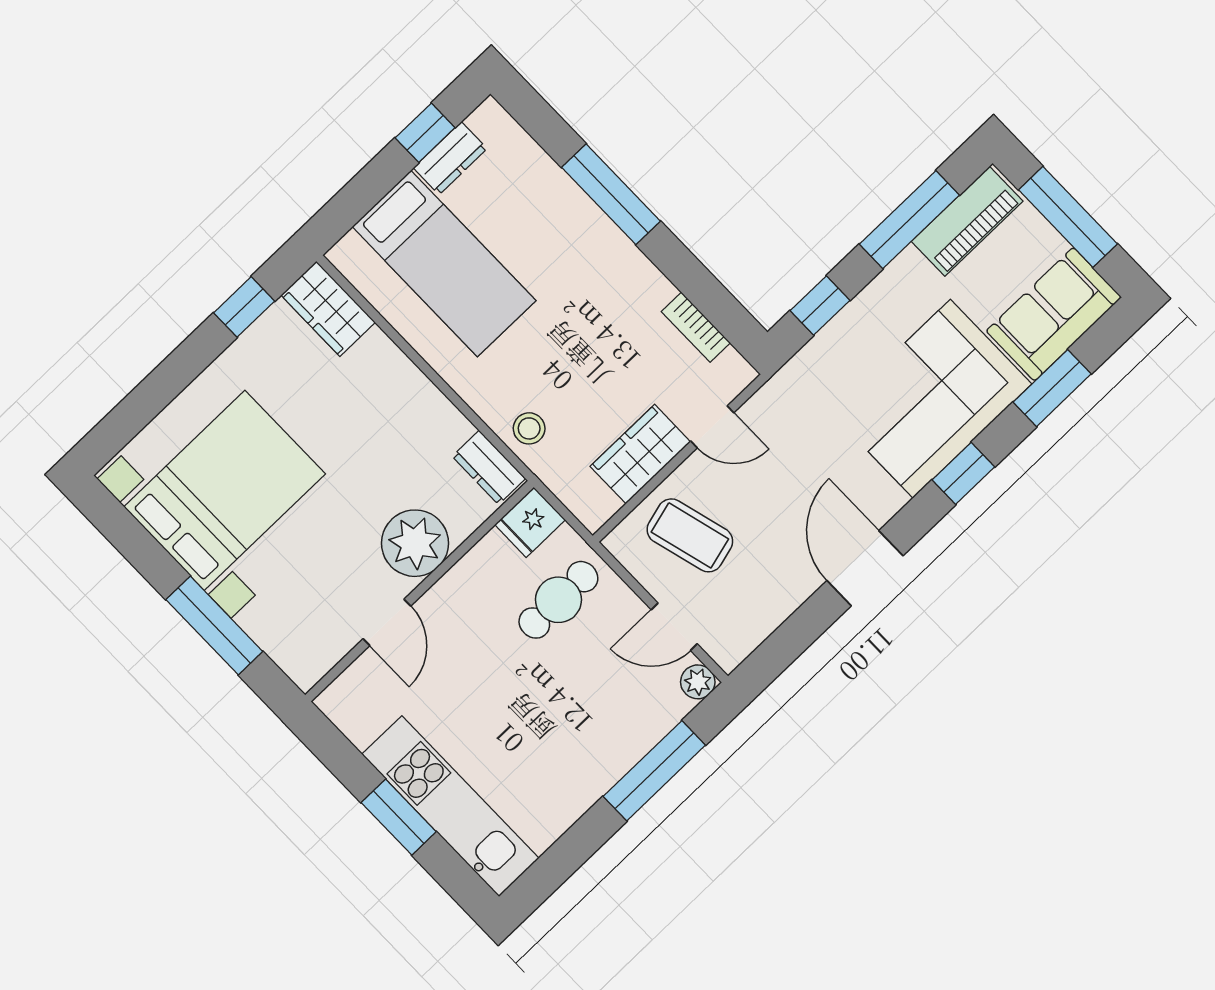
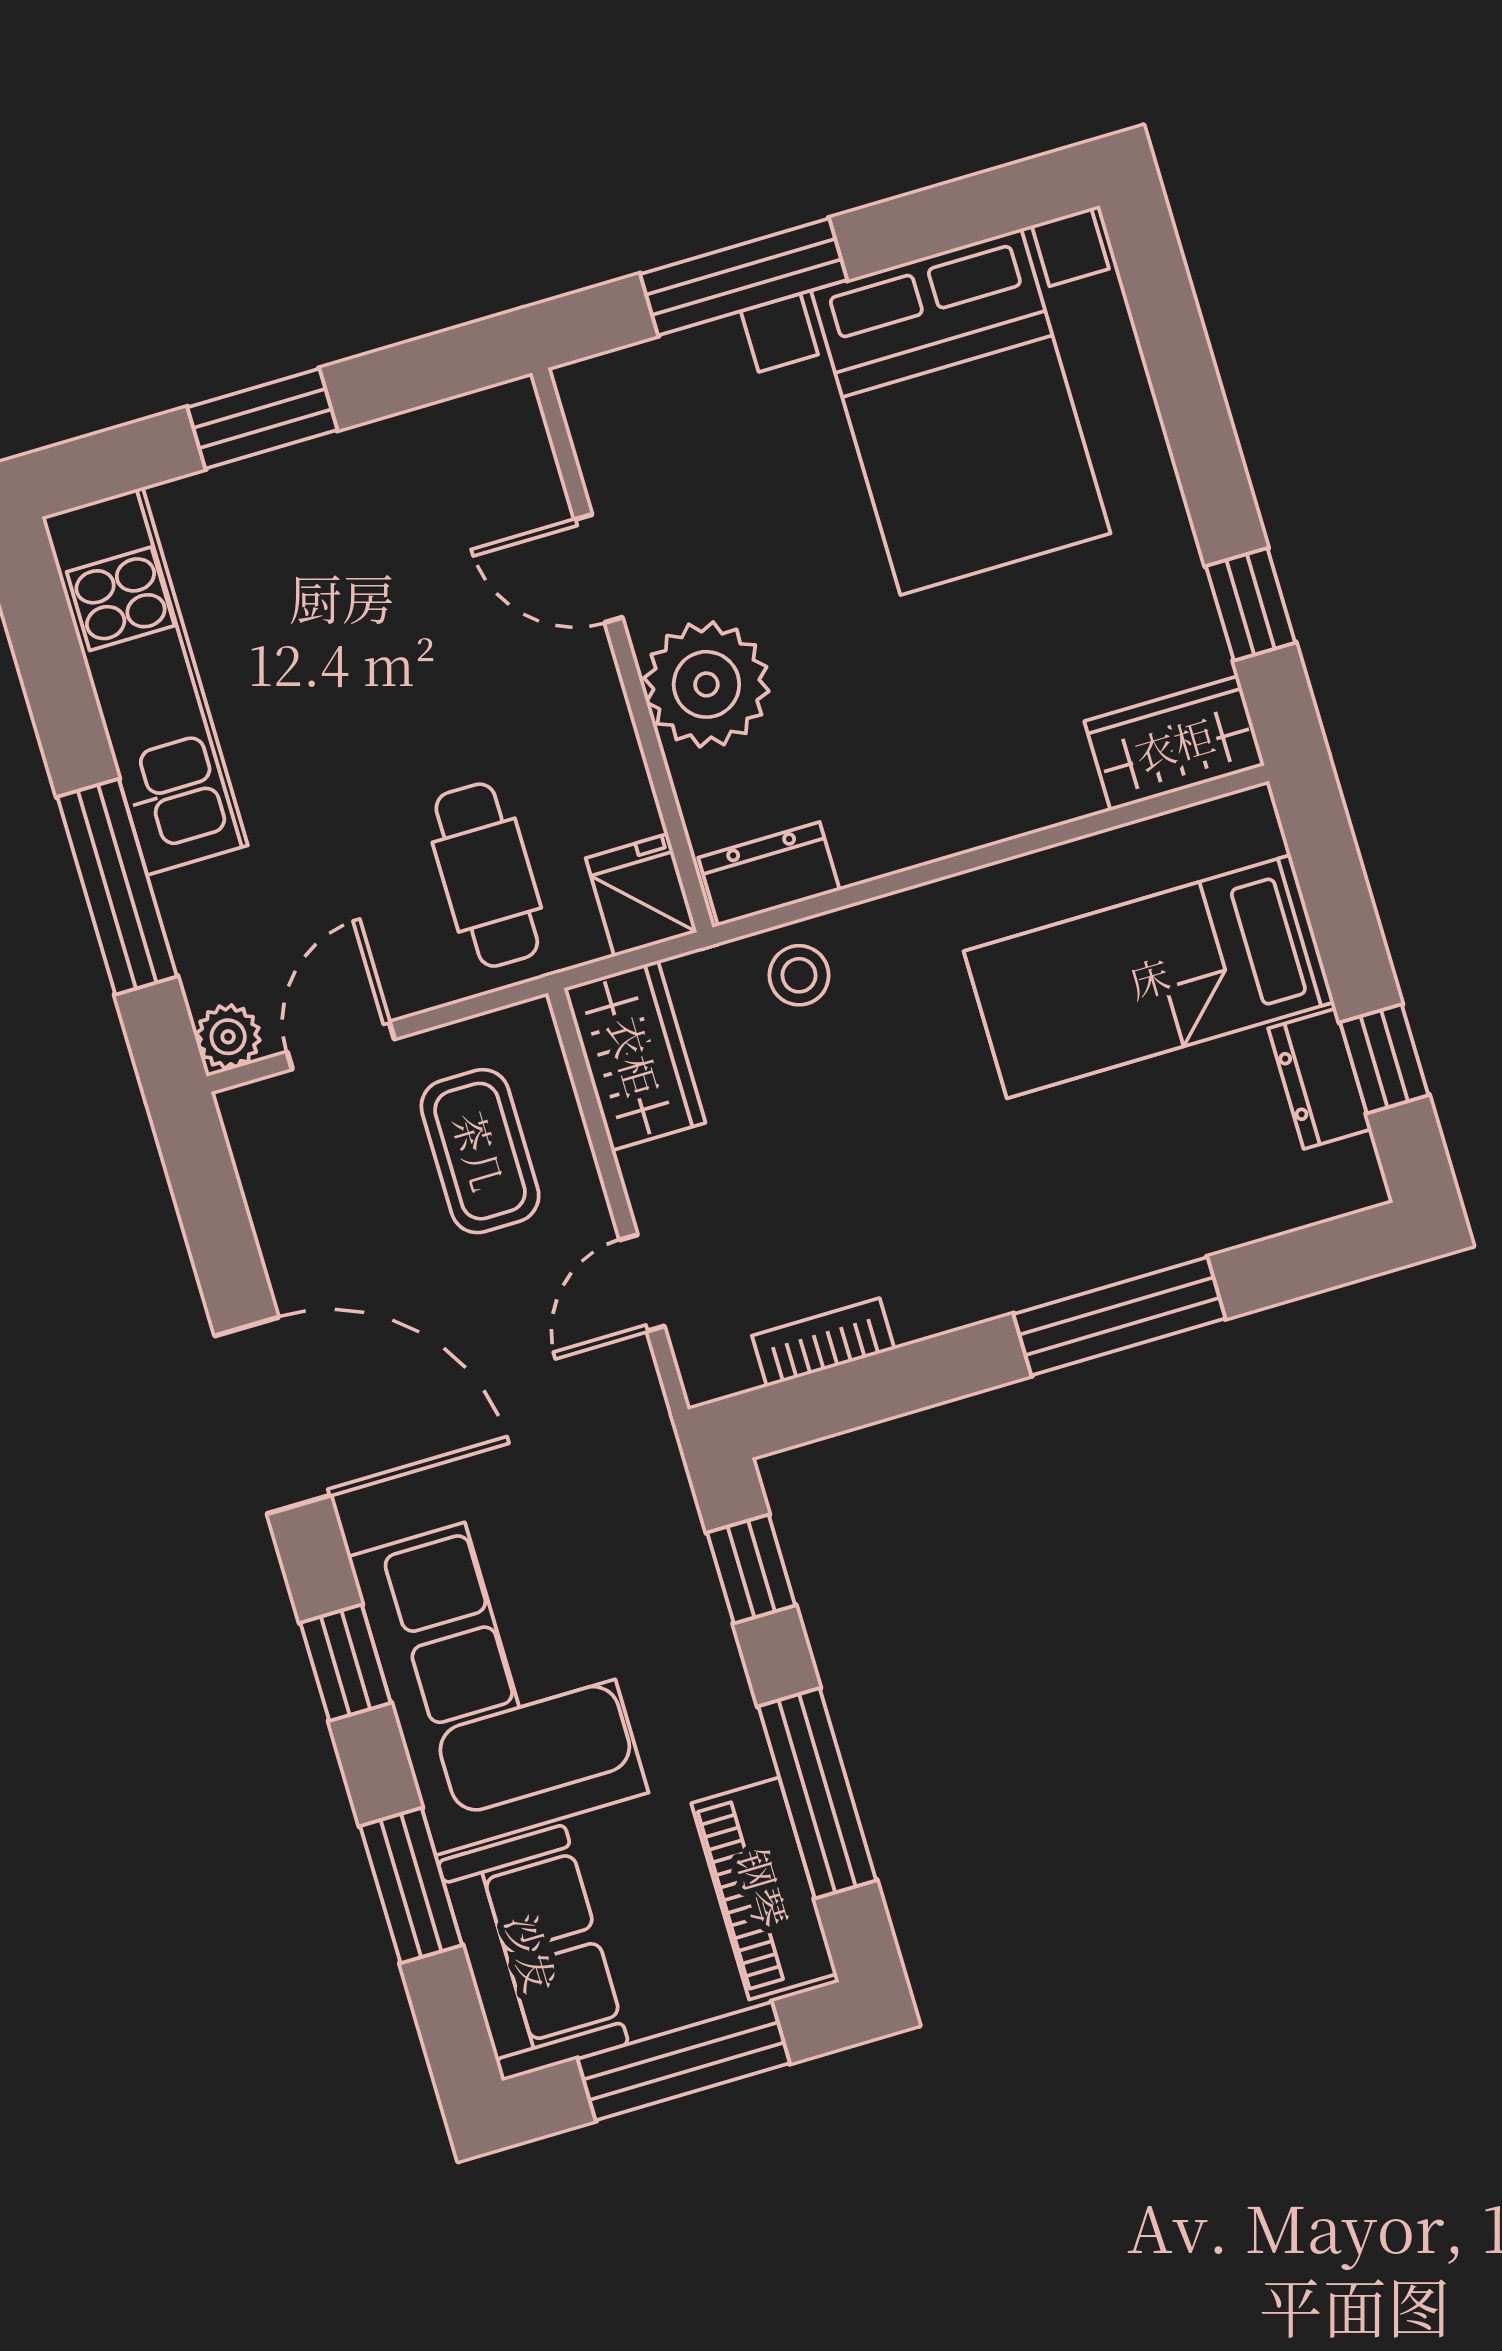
wardrobe: (640, 454) -> (635, 1056), moved
coffee table: (690, 535) -> (480, 1151), turned -75
door: (865, 568) -> (273, 1415), width x1.36
kitchen unit: (450, 806) -> (145, 681), moved, turned -90

